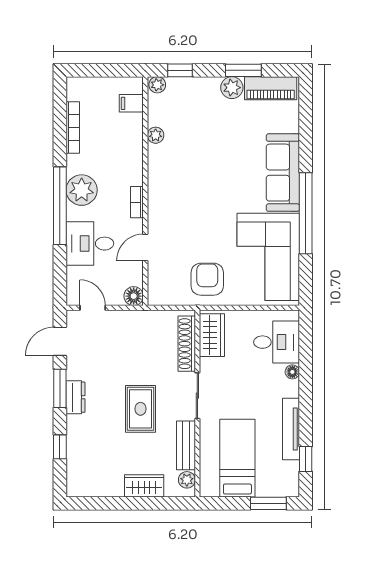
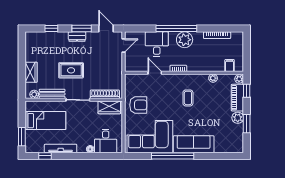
piano: (271, 88) -> (237, 98), moved
coffee table: (194, 184) -> (188, 98), added
floor lamp: (134, 296) -> (130, 67), removed

